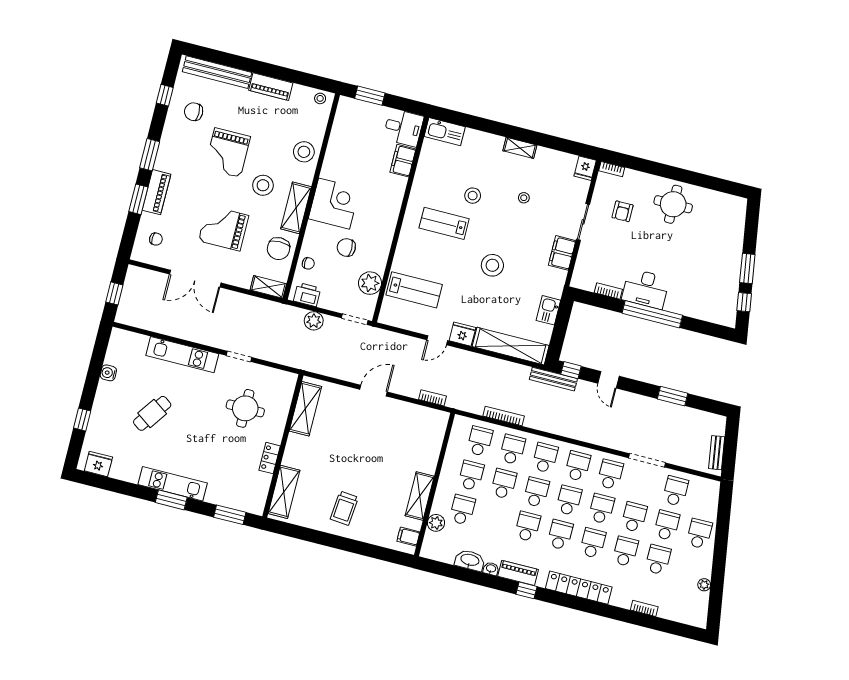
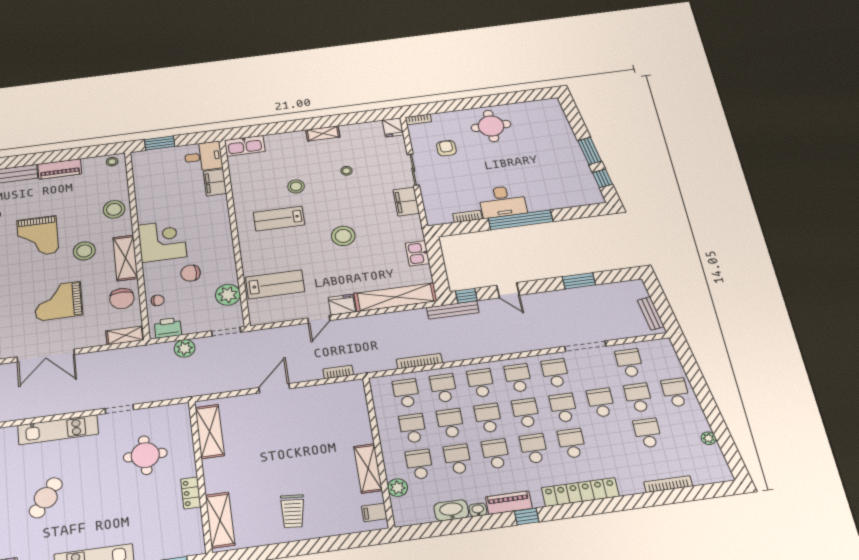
armchair: (623, 211) -> (446, 148), turned 180
school desk: (625, 551) -> (458, 459), moved
bookcase: (644, 608) -> (668, 484), width x1.56

